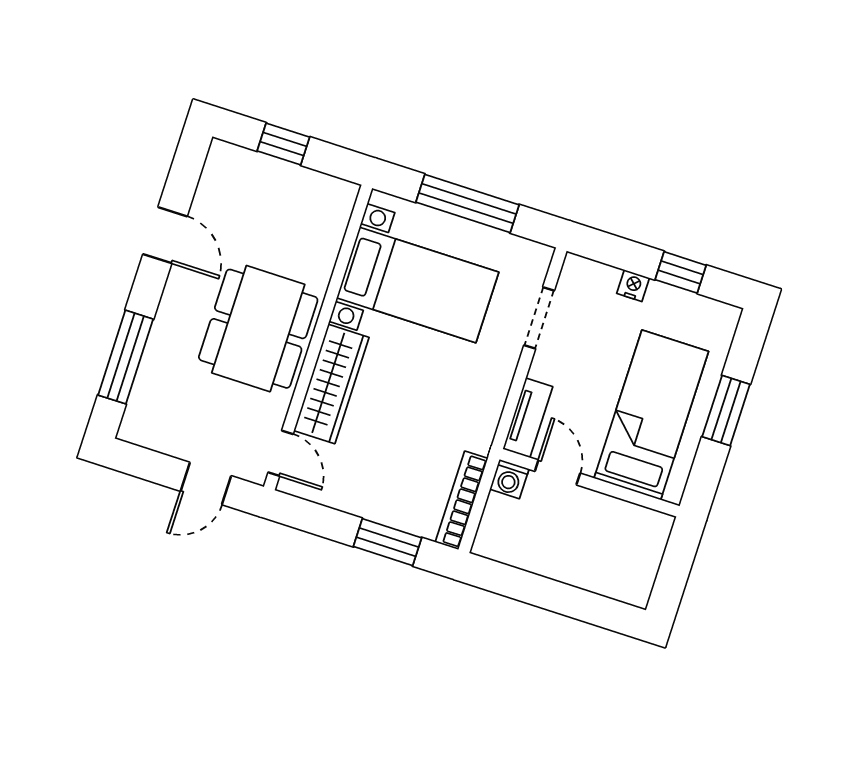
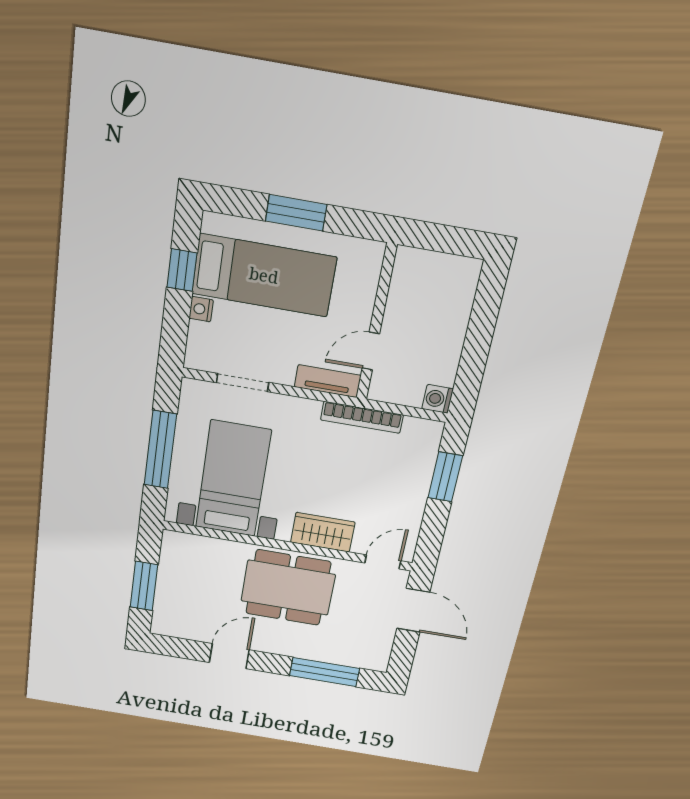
window: (283, 144) -> (144, 586), width x1.50
wardrobe: (331, 384) -> (323, 532), width x0.67
bed: (651, 415) -> (264, 275), moved, turned 180
washing machine: (509, 479) -> (438, 399), moved, turned 180
door: (206, 483) -> (413, 610), width x1.38
bookcase: (462, 500) -> (362, 417), moved

